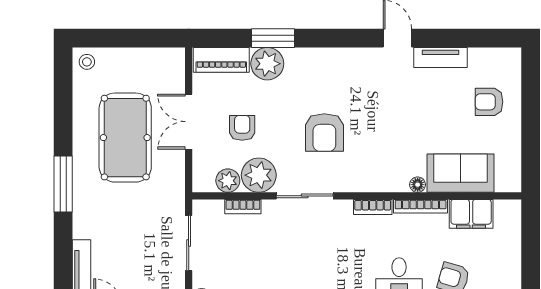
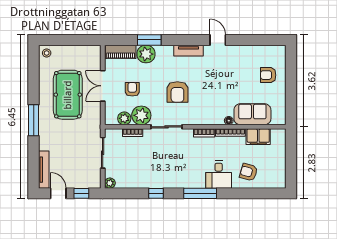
tv unit: (440, 58) -> (188, 51), moved

